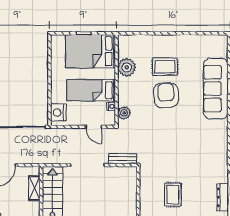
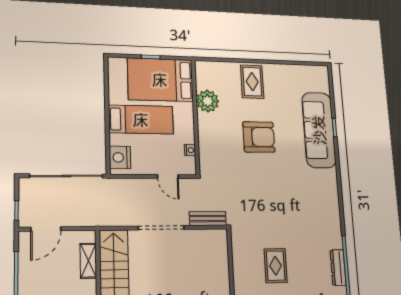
rug: (165, 67) -> (252, 82), moved, turned 90
bed: (91, 90) -> (141, 120), moved, turned 180
armchair: (166, 95) -> (259, 137), turned 94
plant: (124, 113) -> (207, 159), removed

